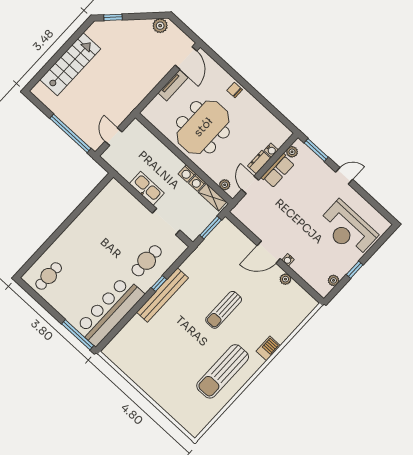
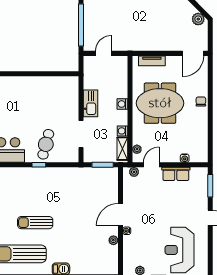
tv unit: (173, 85) -> (152, 61), moved
plant: (292, 152) -> (134, 172), moved
dresser: (259, 162) -> (170, 157), removed
washing machine: (187, 174) -> (122, 104), moved
door: (269, 252) -> (120, 215), hinge flipped
cafe table: (147, 261) -> (46, 144), turned -75
bench: (162, 295) -> (34, 174), removed
sun lounger: (224, 310) -> (35, 223), moved

